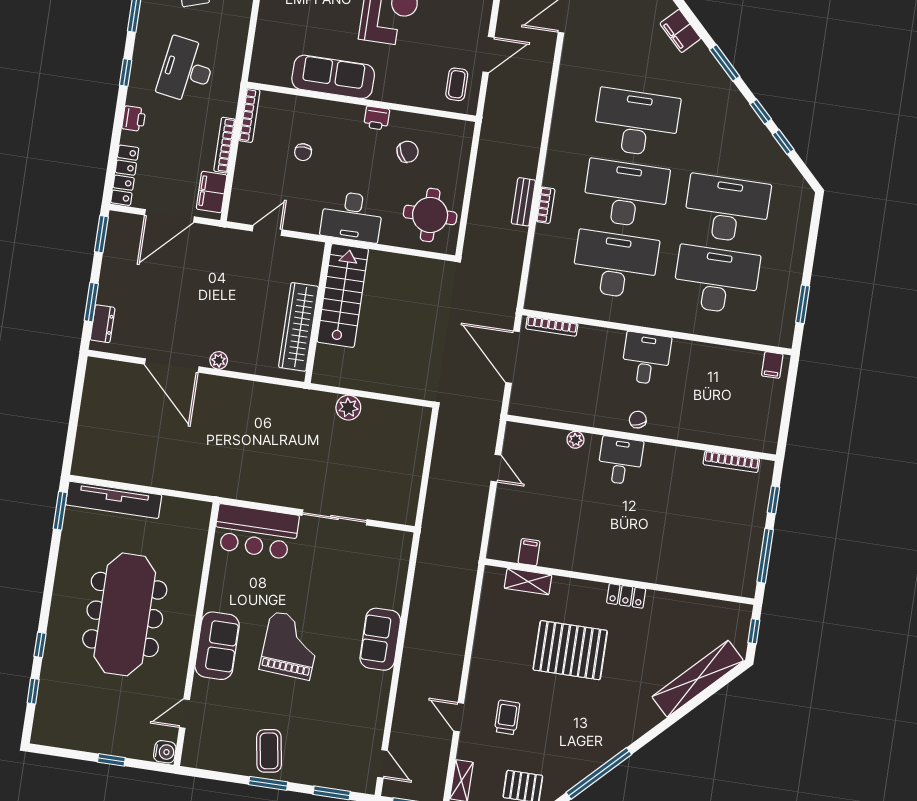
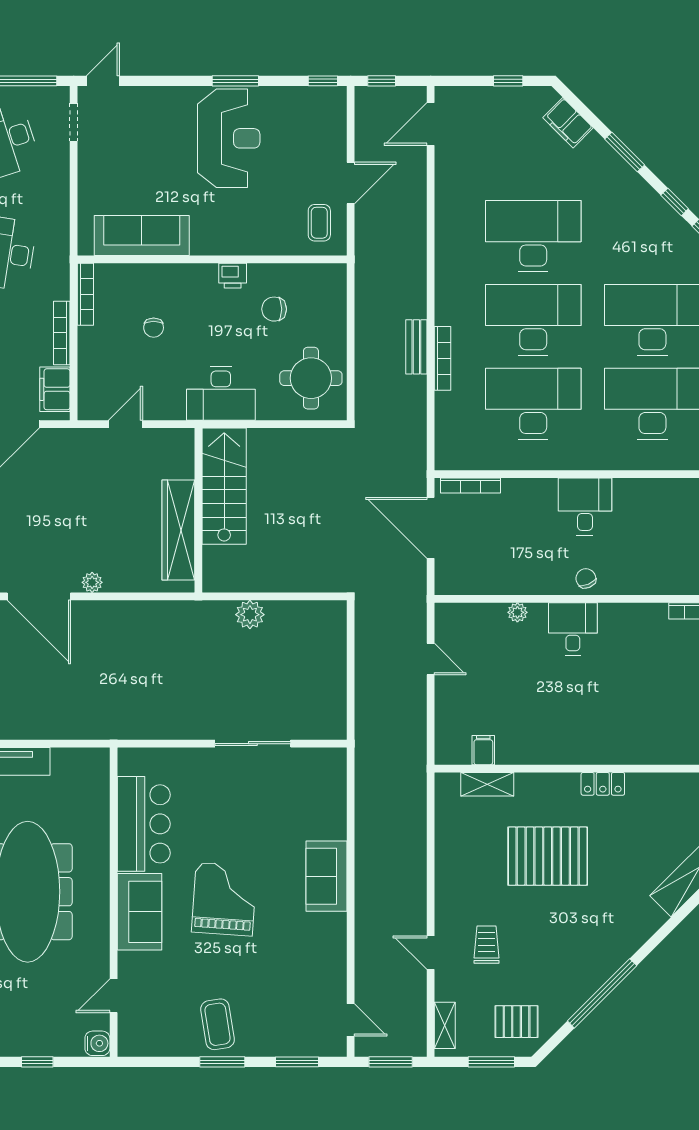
sofa: (333, 77) -> (142, 235), moved
chair: (408, 152) -> (274, 309), turned -152
bookcase: (546, 205) -> (442, 358), width x1.56
bar counter: (256, 532) -> (144, 824), moved, turned -90

